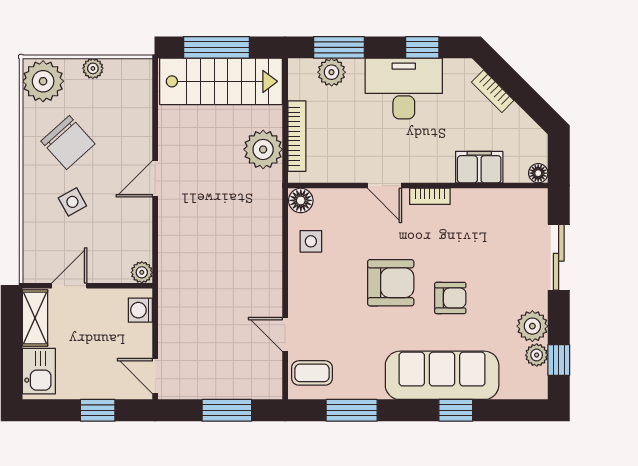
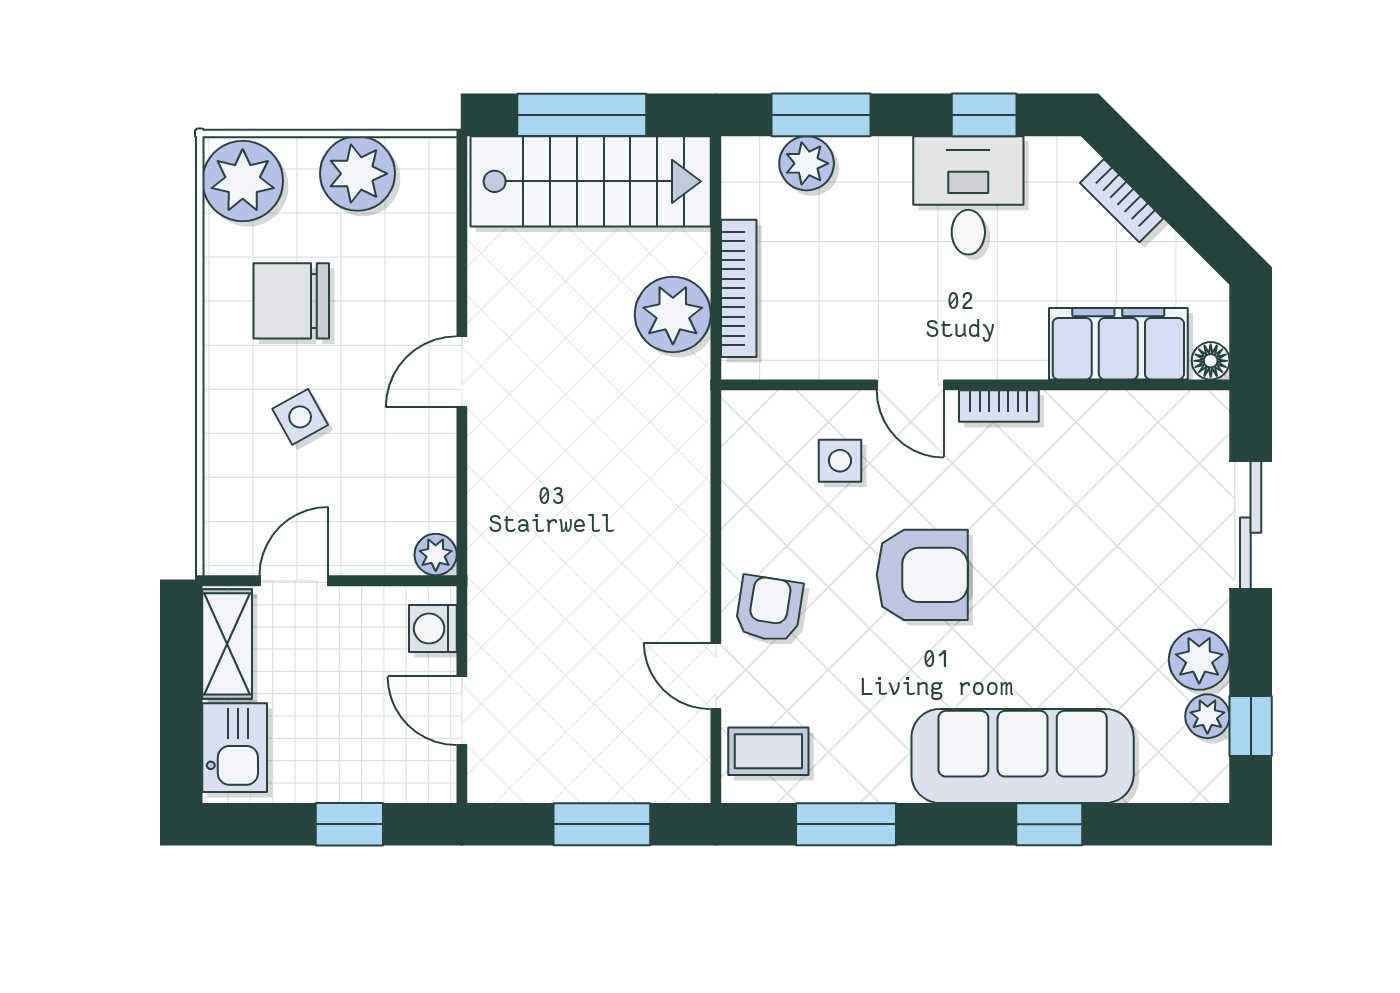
plant: (93, 68) -> (358, 174), width x1.88, depth x1.88
desk: (404, 89) -> (968, 195), width x0.73
chair: (68, 143) -> (291, 301), turned 132
filing cabinet: (479, 167) -> (1118, 344), width x1.50, depth x1.17
floor lamp: (301, 200) -> (746, 414), removed
side table: (311, 241) -> (840, 461), moved
armchair: (450, 298) -> (769, 609), moved, turned -81
door: (155, 376) -> (462, 711), moved

